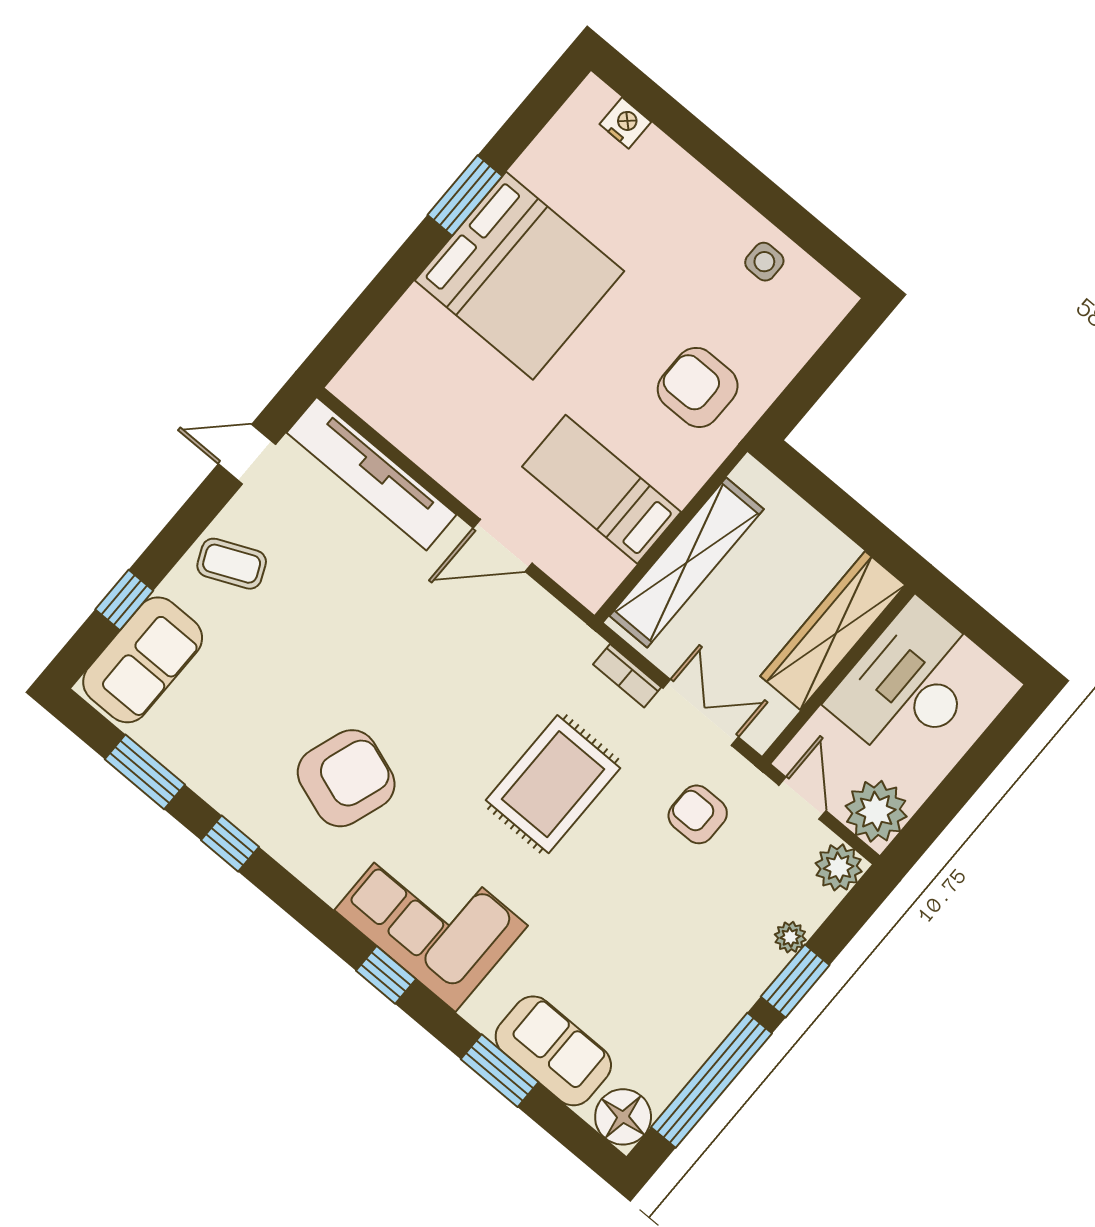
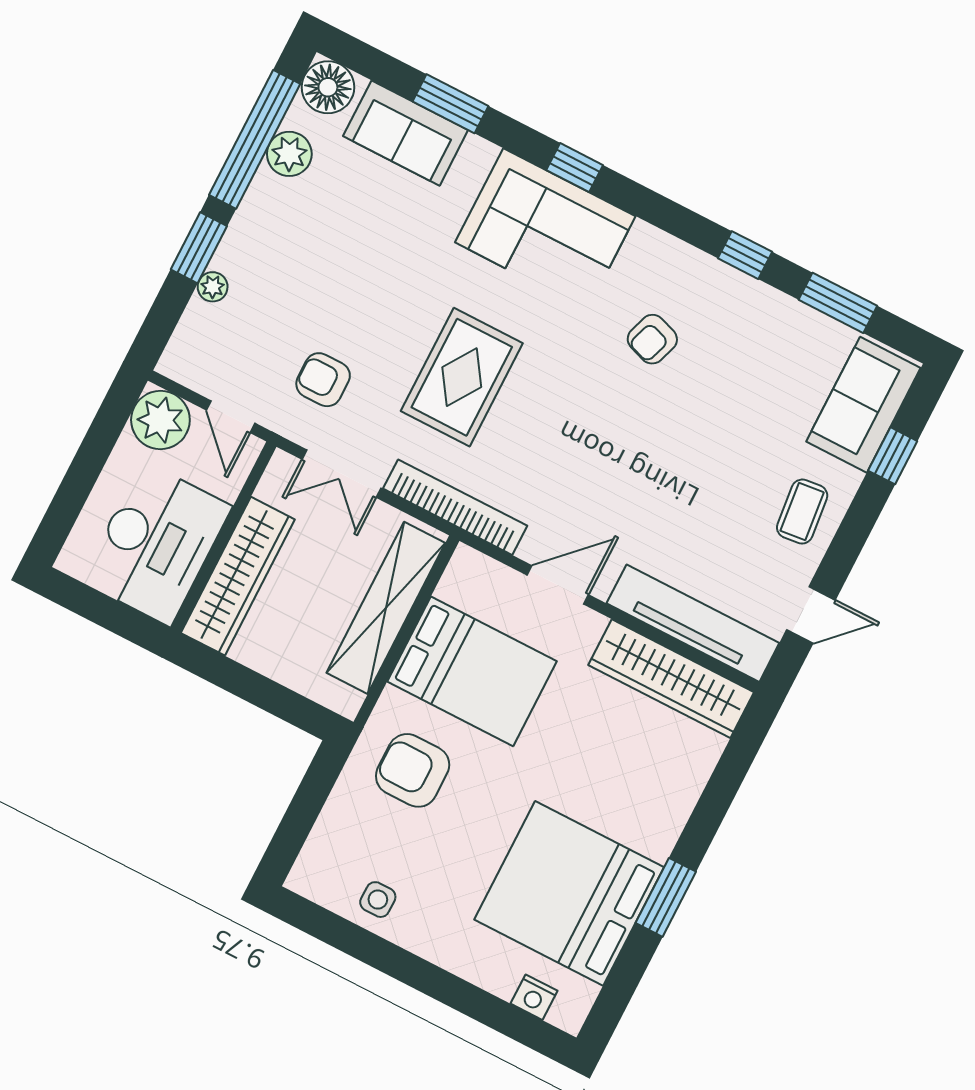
bed: (520, 276) -> (569, 893), moved
armchair: (698, 387) -> (413, 770), turned 180
wardrobe: (407, 421) -> (671, 679), added
bed: (602, 489) -> (472, 671), width x1.50
coffee table: (232, 564) -> (802, 512), turned -72
bookcase: (627, 676) -> (455, 507), width x2.31, depth x1.31
armchair: (346, 778) -> (652, 339), width x0.53, depth x0.53
armchair: (698, 814) -> (323, 380), turned 180
plant: (839, 867) -> (289, 154), moved

